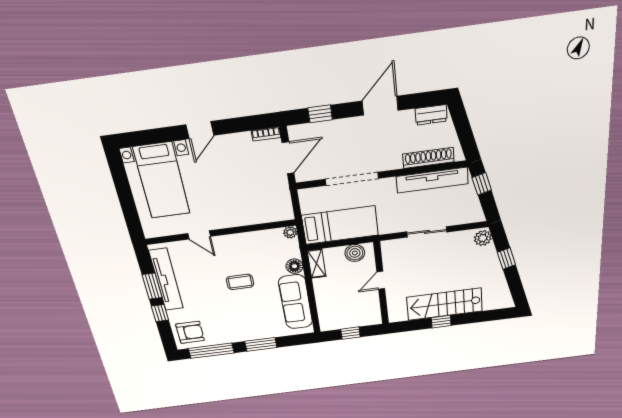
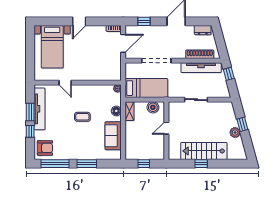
plant: (483, 238) -> (235, 132), moved
sofa: (296, 302) -> (113, 136), width x0.73

